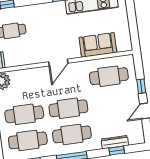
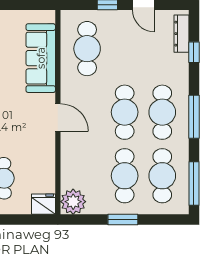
sofa: (98, 45) -> (41, 58), width x1.36
dresser: (115, 142) -> (182, 34), moved

